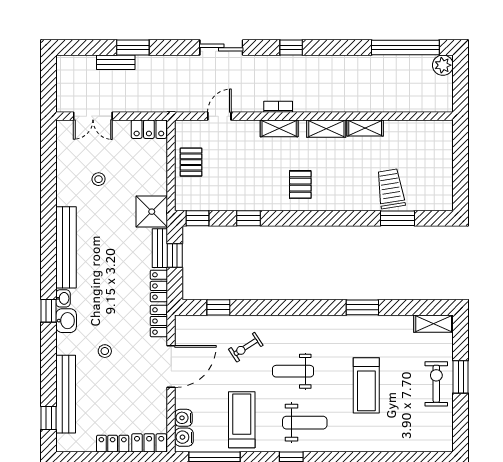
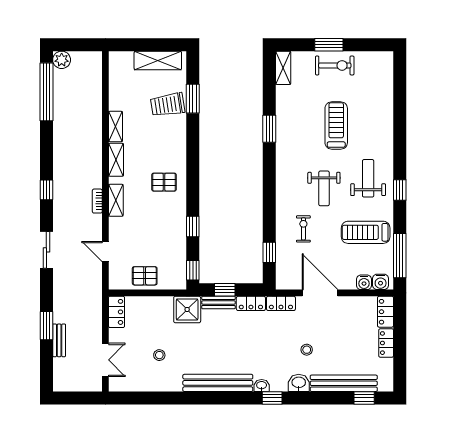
shelving: (442, 177) -> (158, 60), added
washbasin: (66, 321) -> (299, 383), moved
exercise bike: (246, 347) -> (303, 229), turned -147
exercise bike: (436, 384) -> (335, 65), turned 180
treadmill: (366, 385) -> (336, 125), turned -90

